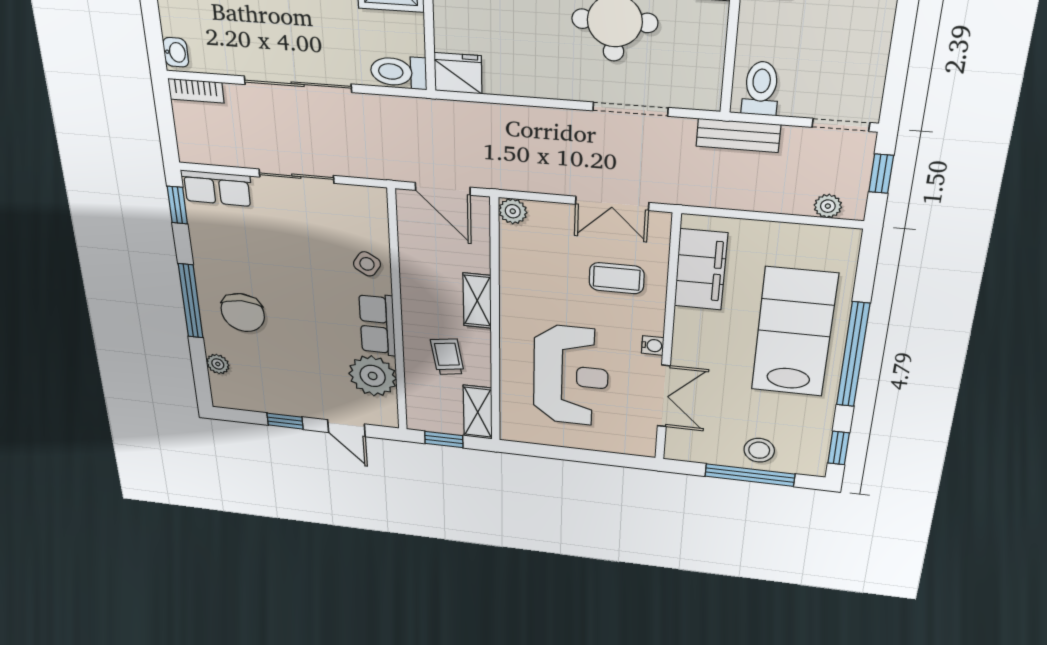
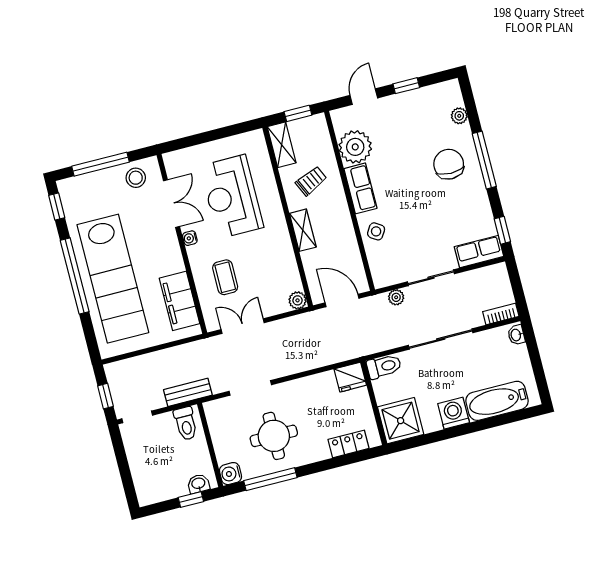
plant: (828, 206) -> (396, 297), moved
coffee table: (617, 278) -> (225, 277), turned 90
lab bench: (794, 332) -> (113, 279), width x1.36
trolley: (447, 357) -> (311, 181), turned -106
double door: (664, 396) -> (172, 204), swing flipped
door: (346, 428) -> (364, 97), hinge flipped
stool: (759, 450) -> (136, 178), moved

